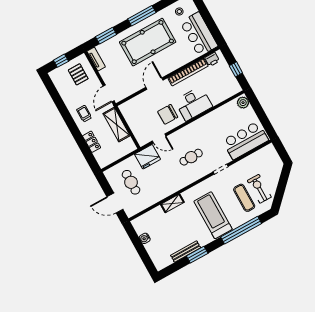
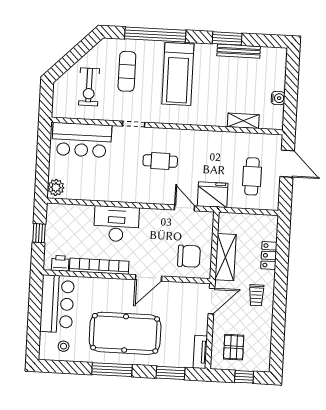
chair: (168, 114) -> (189, 256), moved
exercise bike: (259, 189) -> (89, 87), moved
shelving: (172, 203) -> (243, 121), moved

